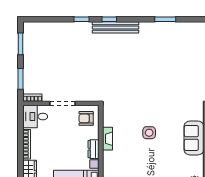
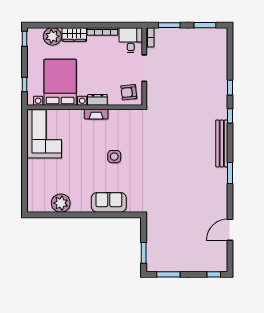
bench: (116, 27) -> (222, 143), moved
armchair: (86, 118) -> (129, 92), turned -96
fireplace: (107, 139) -> (96, 114), moved

